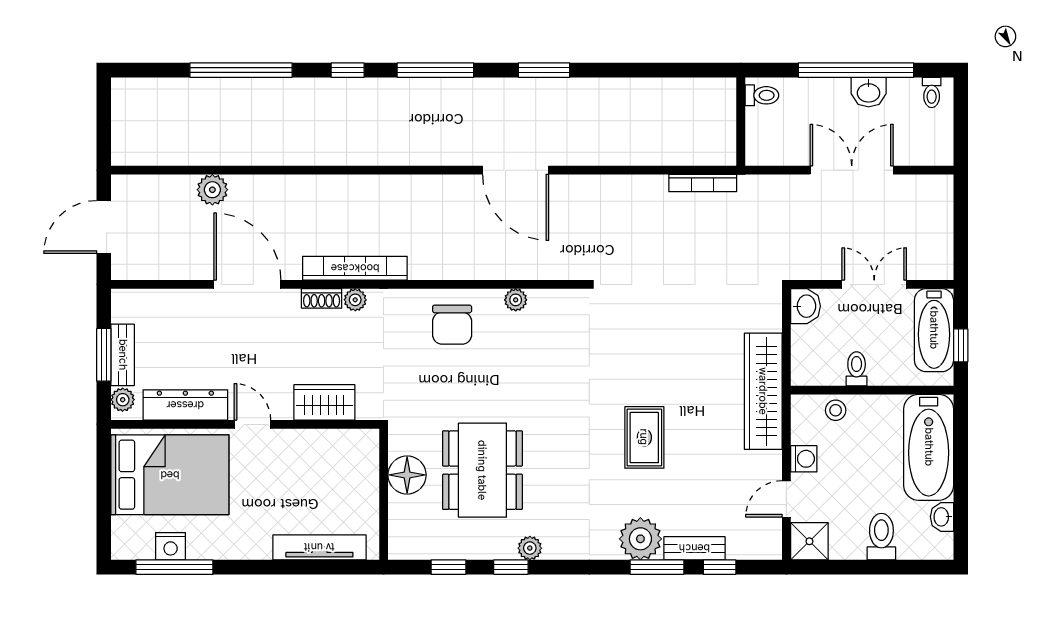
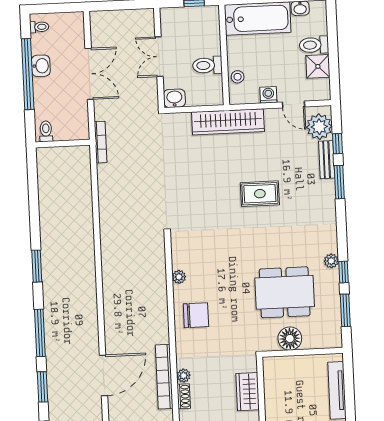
window: (348, 70) -> (42, 387), width x1.50
door: (516, 170) -> (104, 375), moved
double door: (852, 170) -> (89, 74), swing flipped
bookcase: (703, 183) -> (101, 142), moved
bathtub: (934, 330) -> (185, 19), removed
toilet: (857, 369) -> (207, 65), width x1.37, depth x1.39
plant: (640, 539) -> (319, 127), moved
shower: (809, 541) -> (318, 66), moved
window: (448, 567) -> (345, 310), width x1.50

